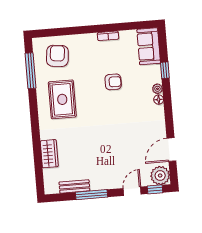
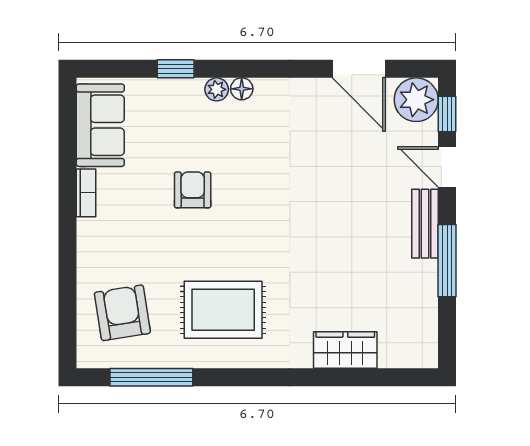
sofa: (149, 46) -> (100, 125), moved, turned -90
armchair: (57, 56) -> (122, 313), turned 75
bench: (74, 186) -> (425, 224), moved

